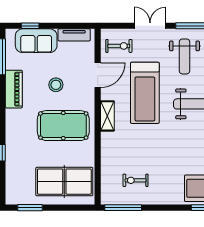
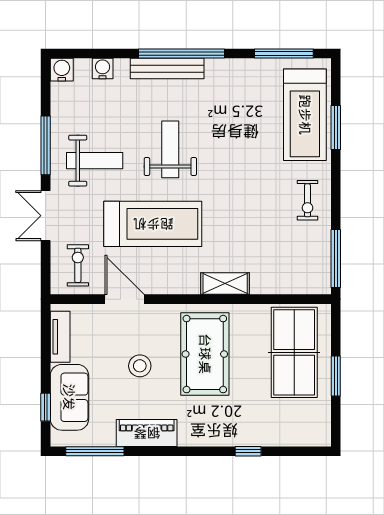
shelving: (107, 116) -> (225, 284), moved
exercise bike: (136, 180) -> (307, 200), moved
window: (30, 208) -> (336, 376), moved

